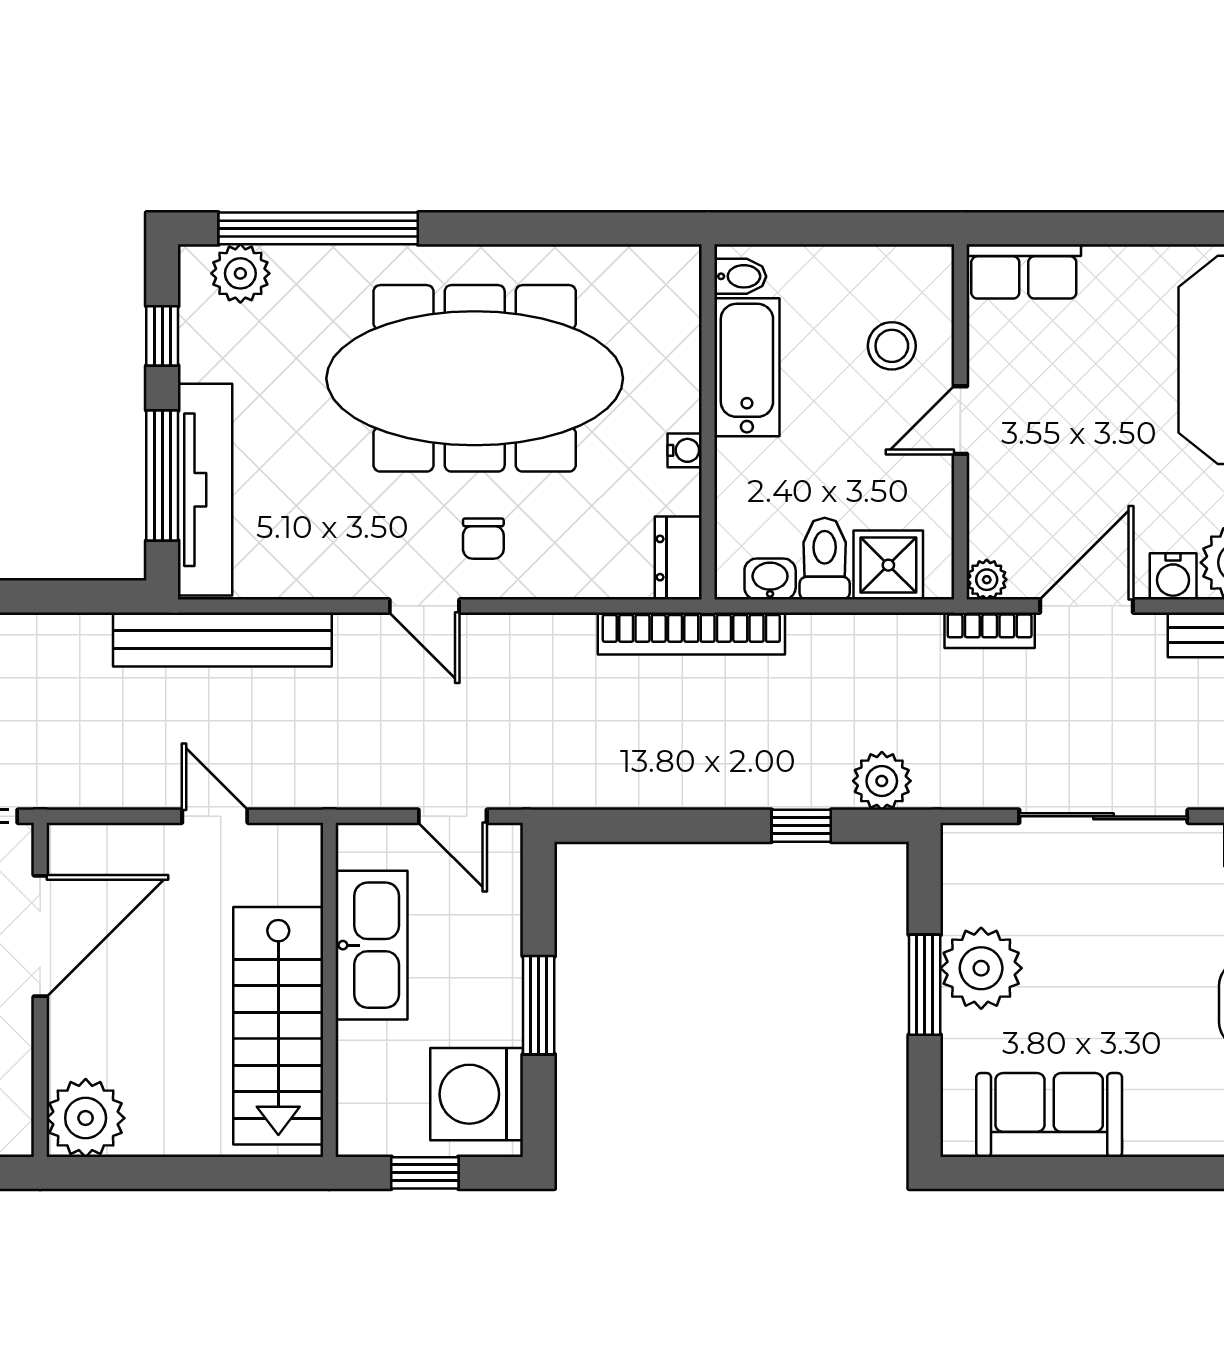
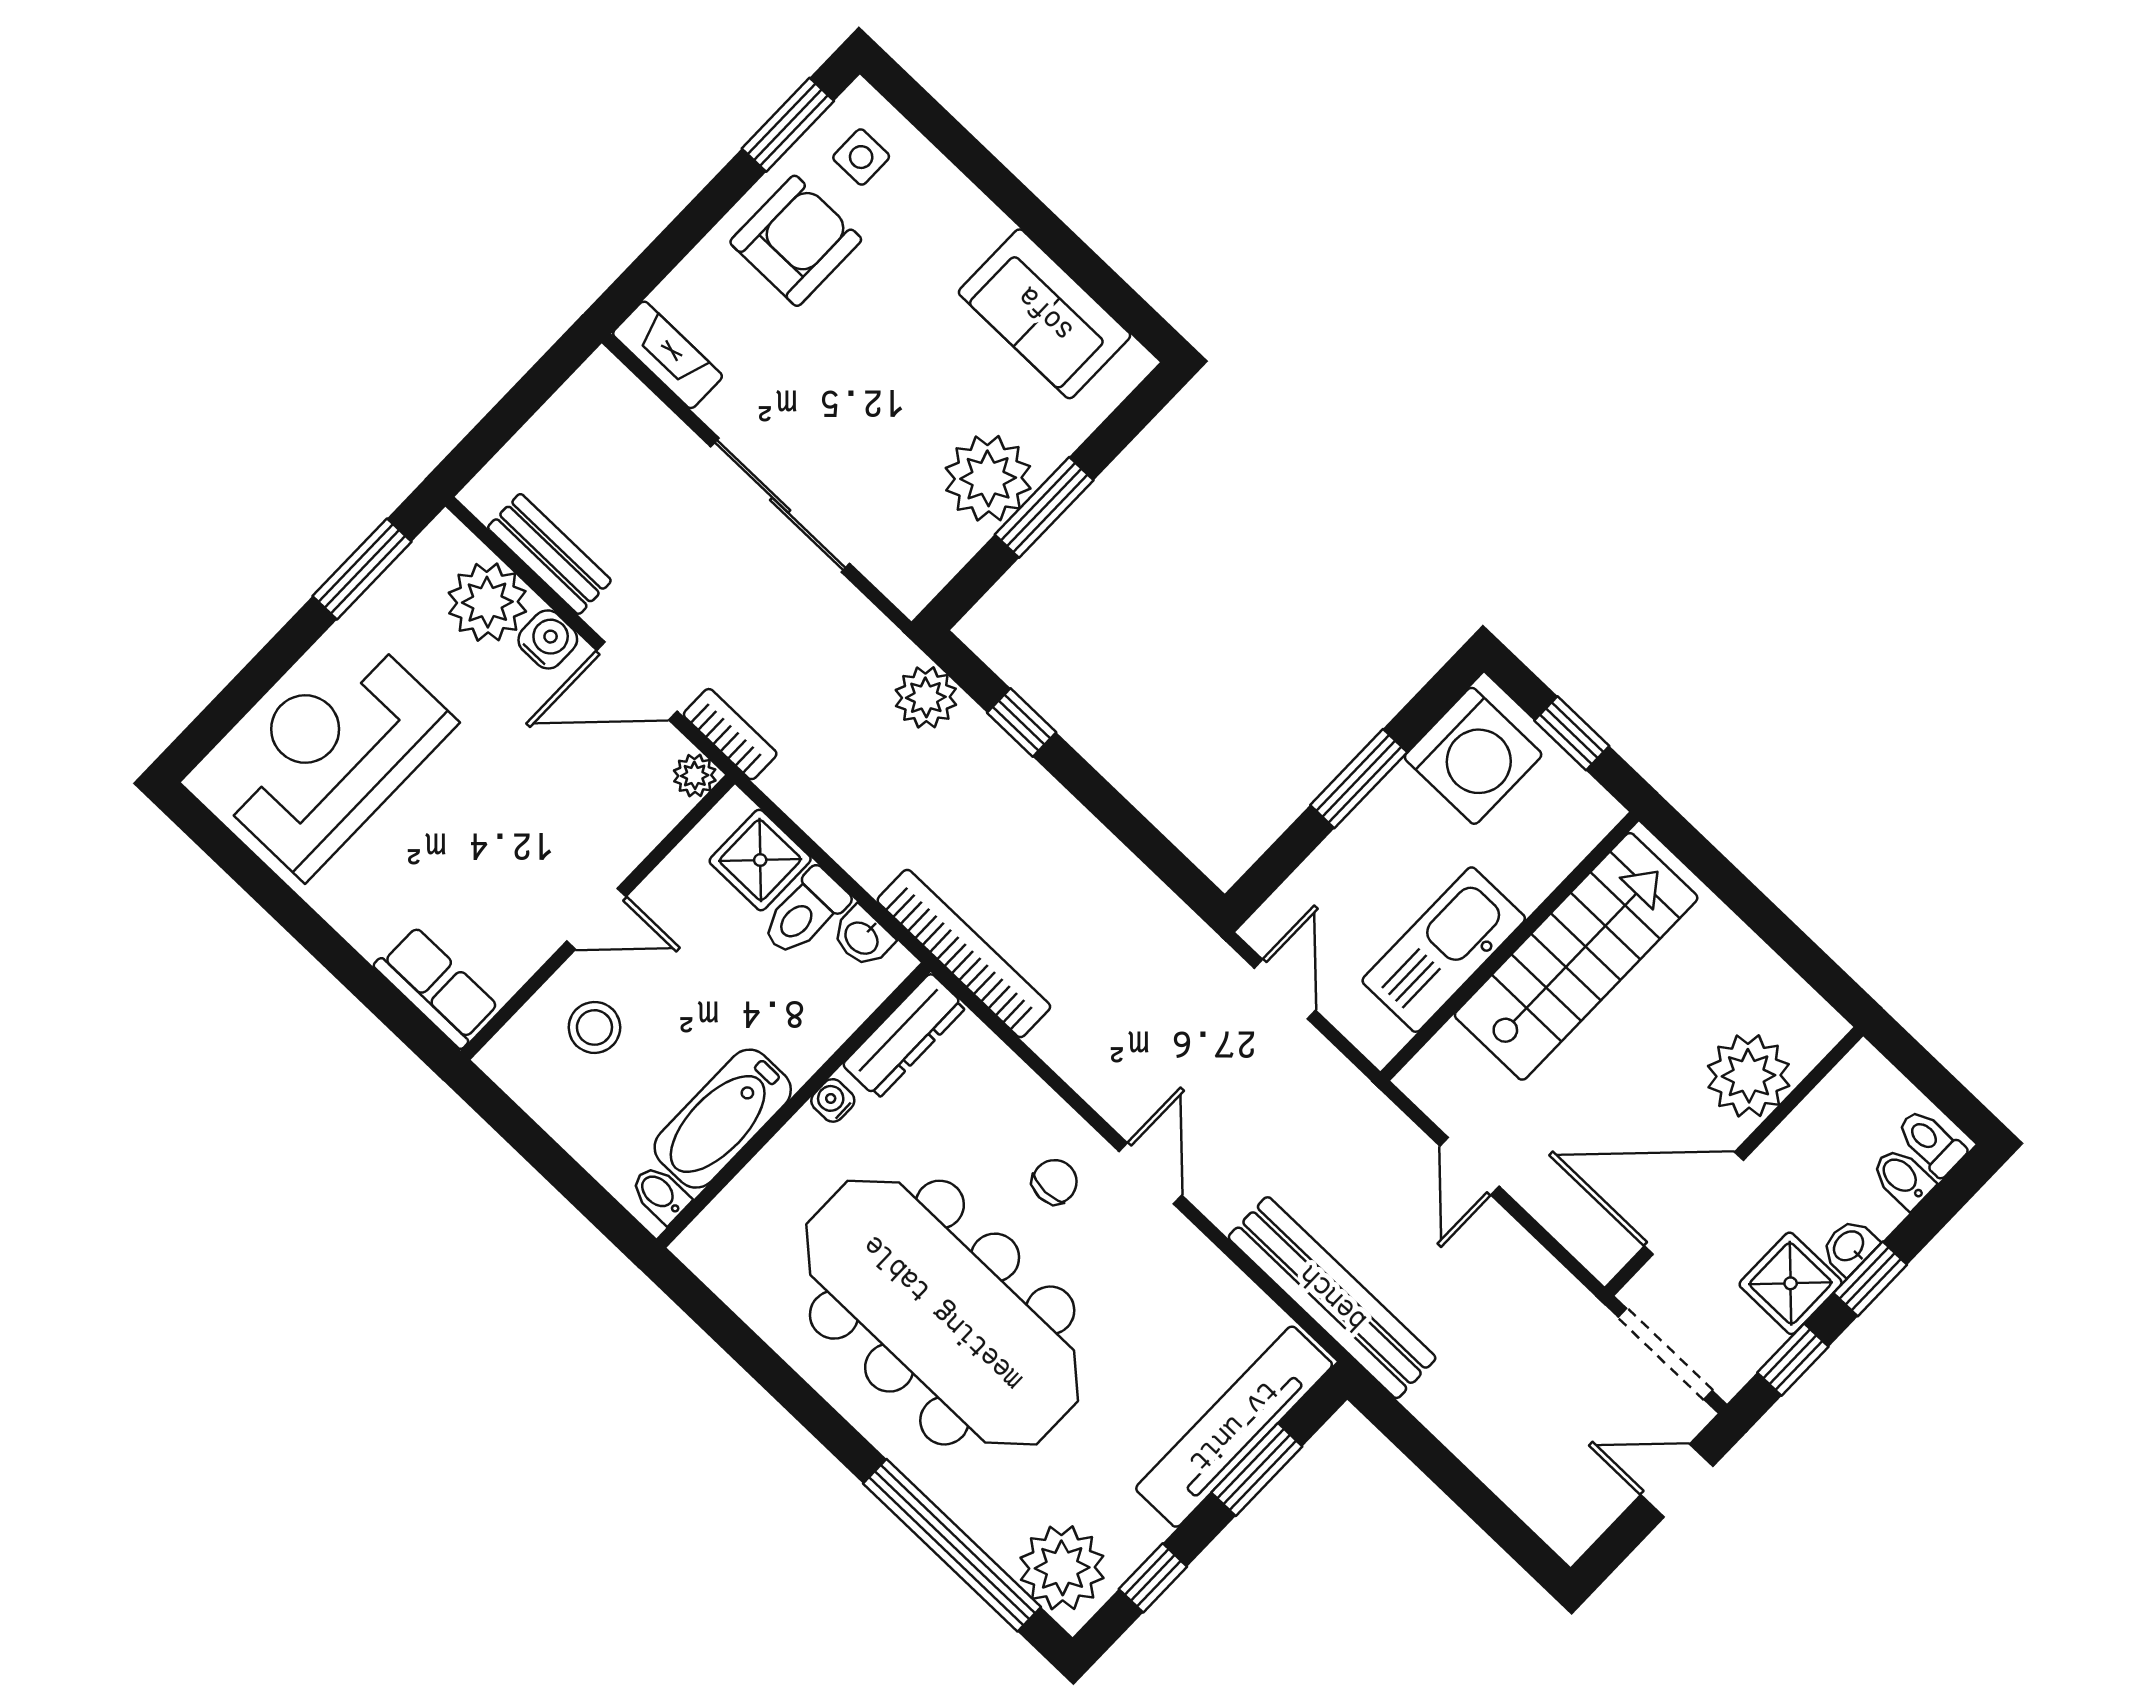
plant: (240, 273) -> (1062, 1568), width x1.36, depth x1.36
window: (162, 476) -> (1257, 1470), width x0.69
dresser: (678, 558) -> (904, 1036), width x1.44
plant: (86, 1118) -> (1749, 1076), moved

